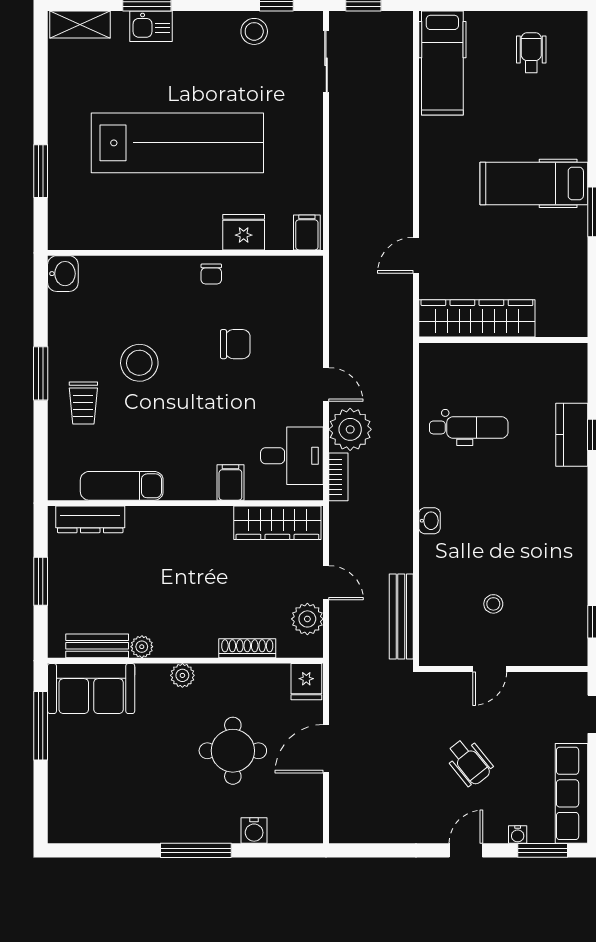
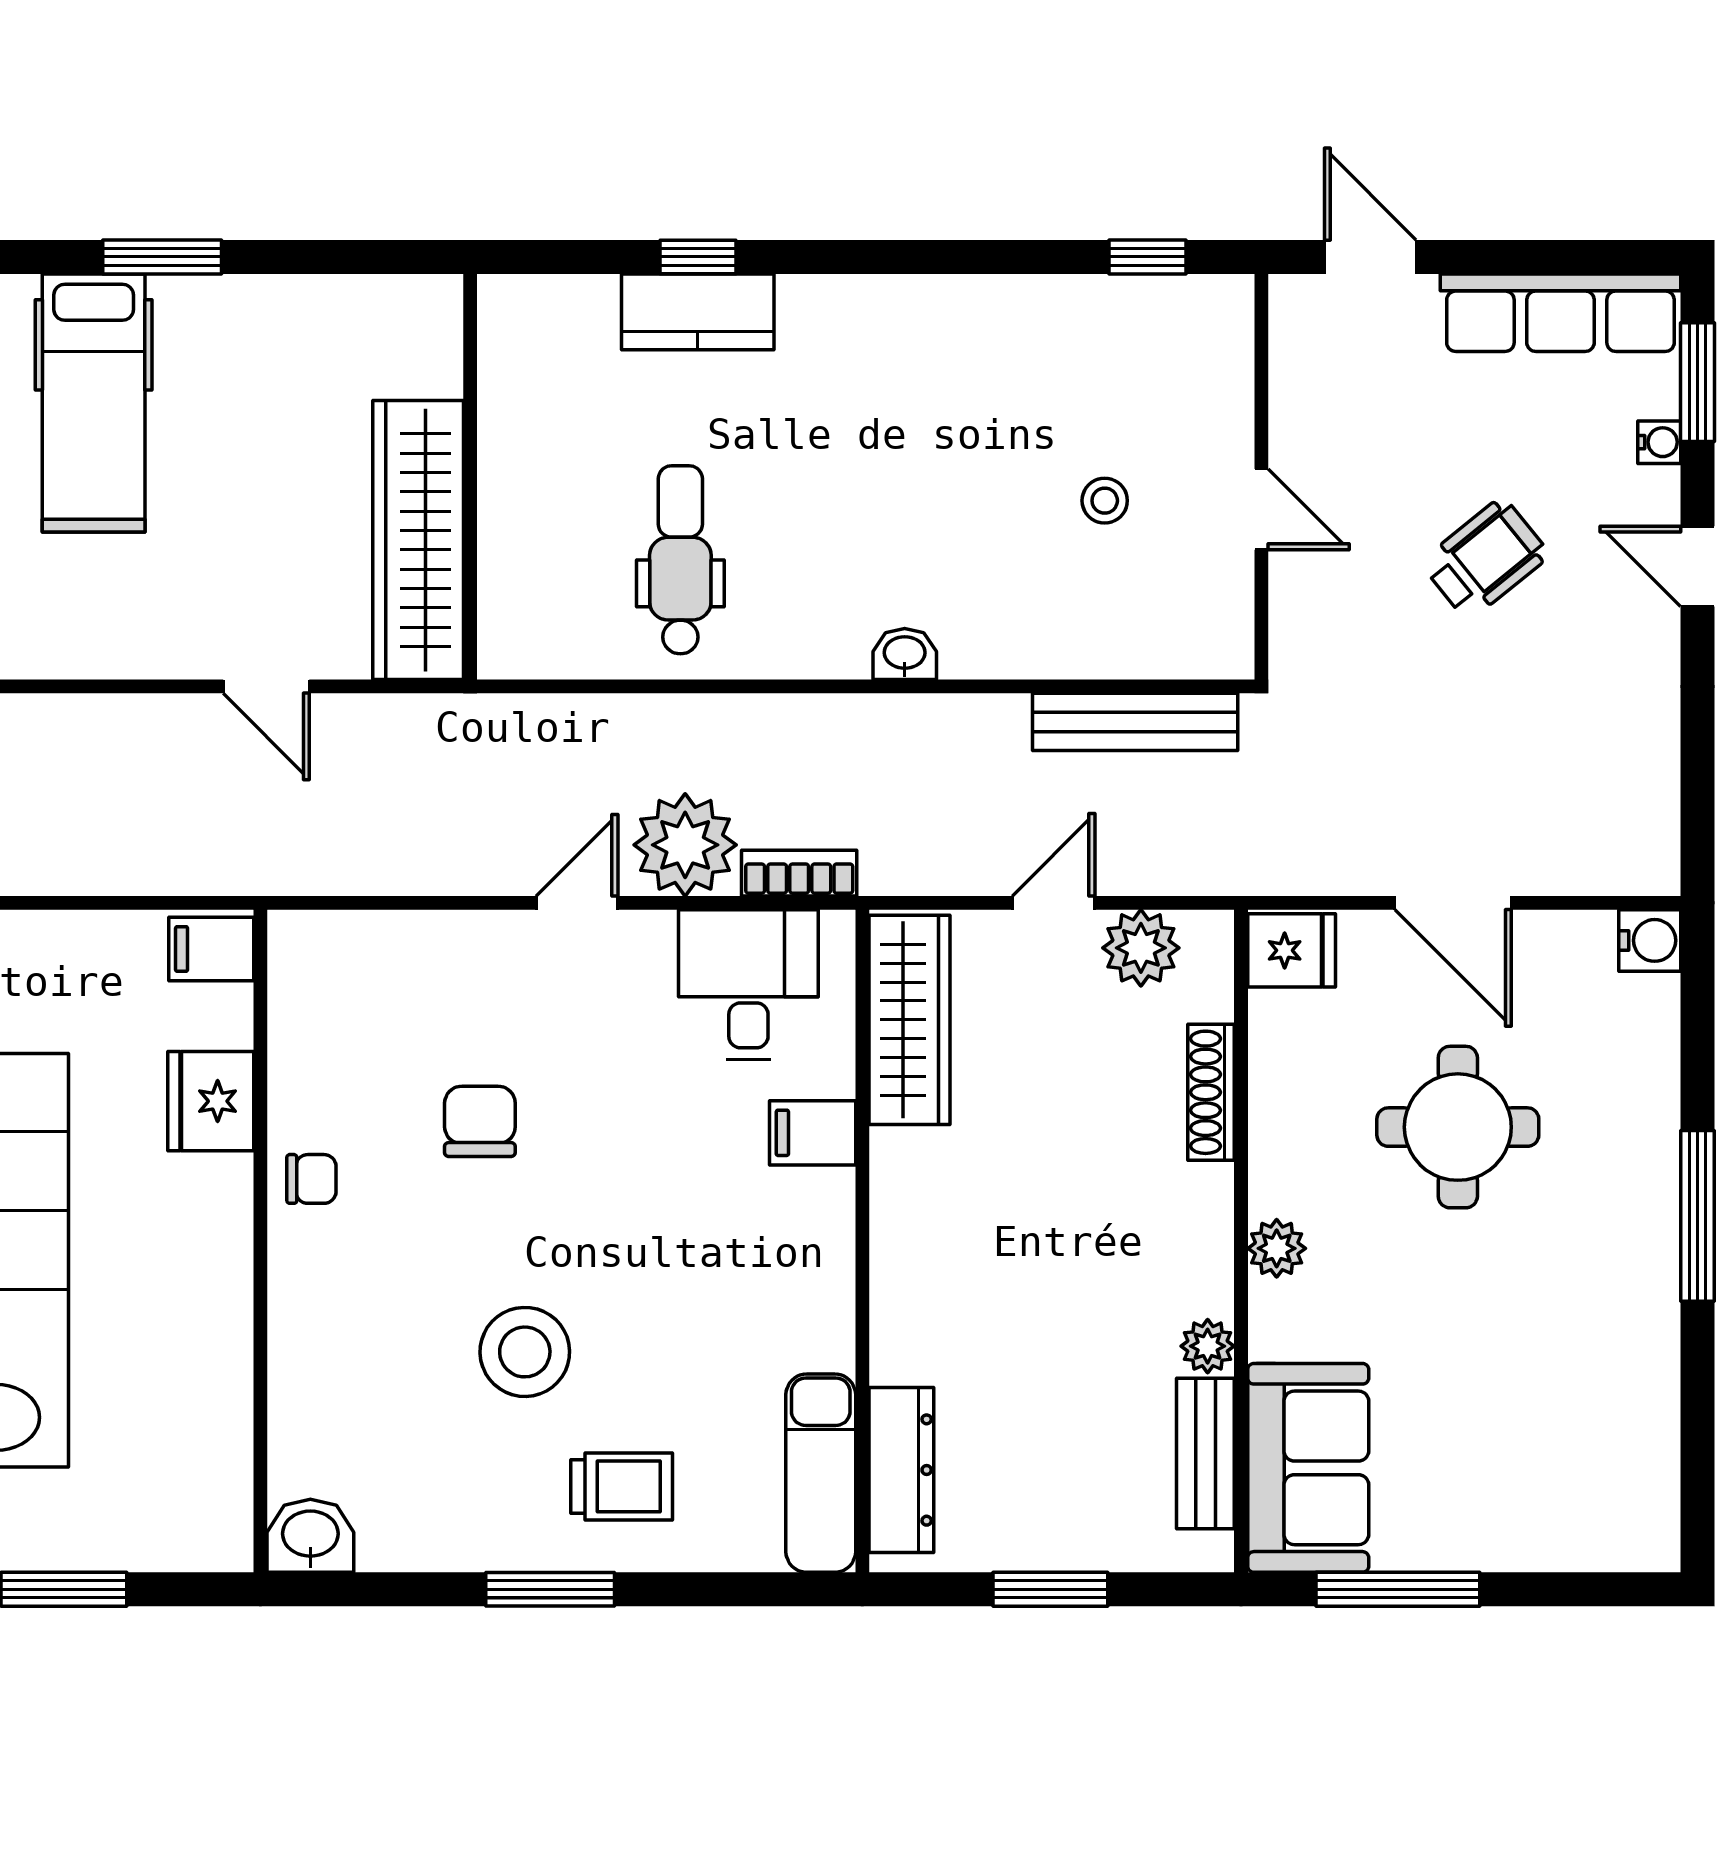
exam couch: (122, 486) -> (821, 1473), moved
water cooler: (254, 831) -> (1650, 940), moved

